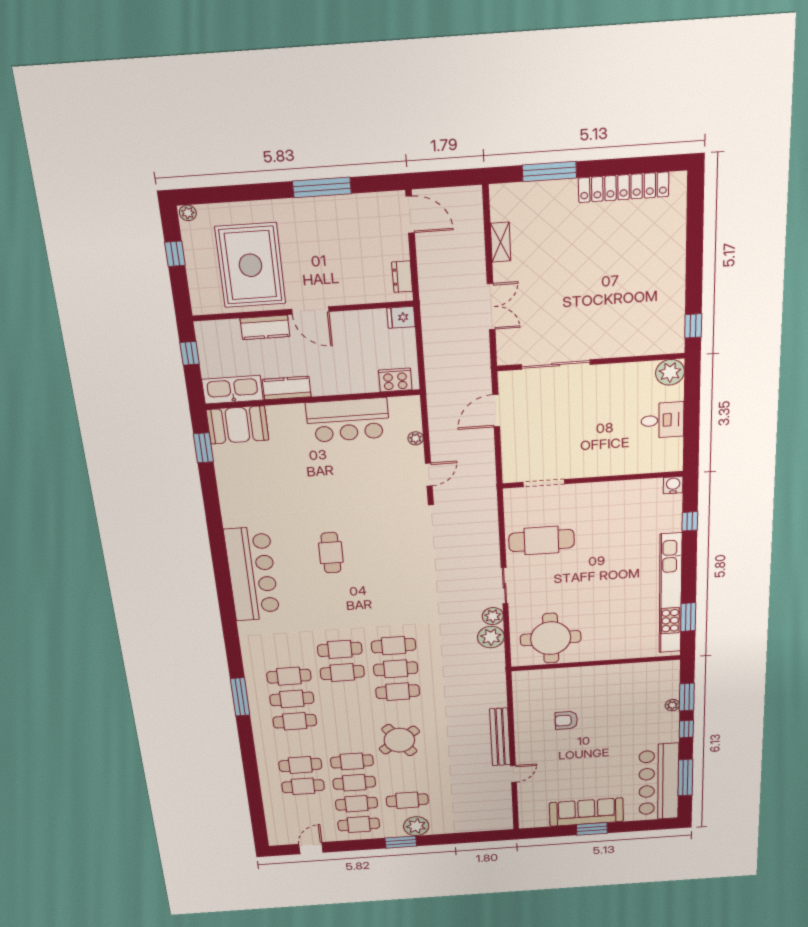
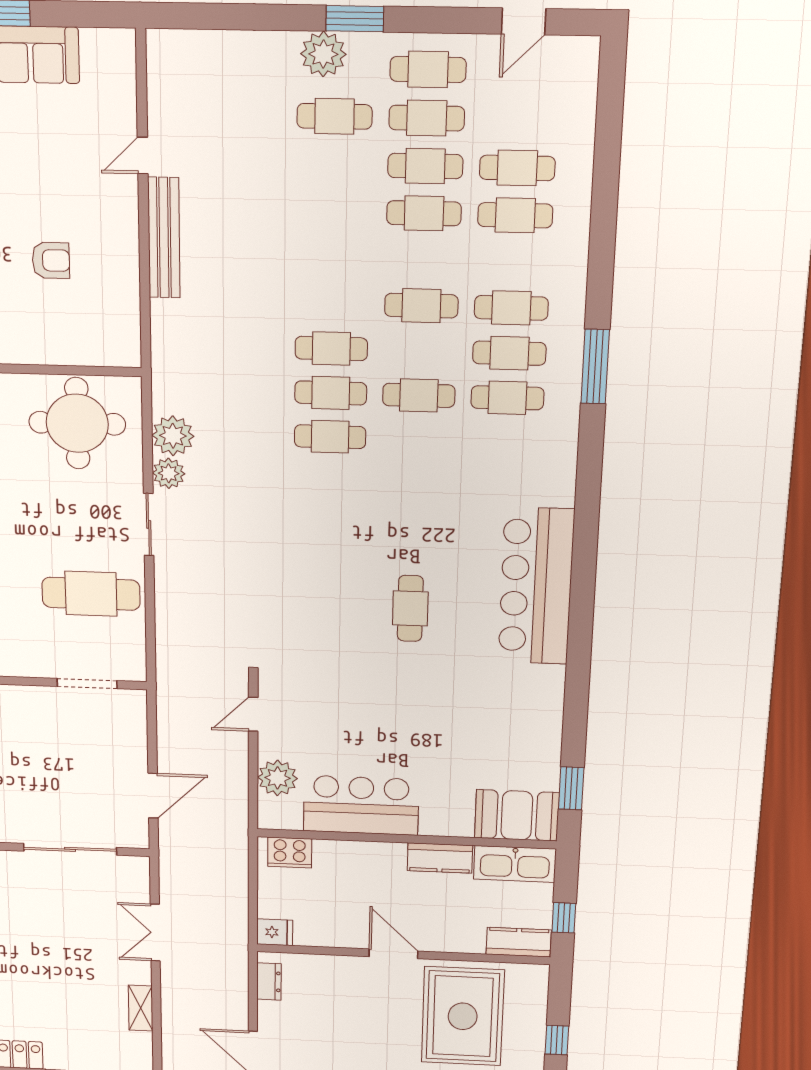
kitchen counter: (265, 327) -> (519, 942), moved
plant: (416, 438) -> (278, 778), width x1.87, depth x1.87
cafe table: (340, 649) -> (421, 306), moved
round table: (399, 740) -> (337, 250), removed

